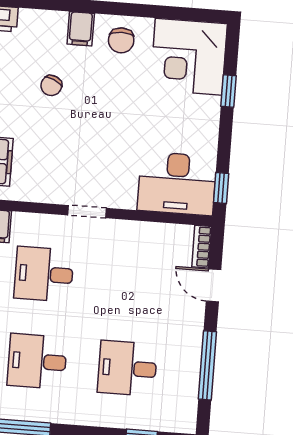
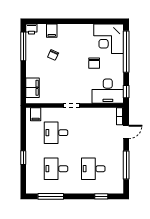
filing cabinet: (81, 29) -> (52, 31), moved
chair: (121, 40) -> (94, 63), moved
window: (229, 91) -> (126, 52), width x3.17
door: (214, 285) -> (126, 132), swing flipped

